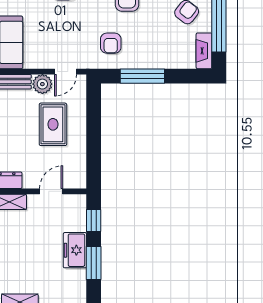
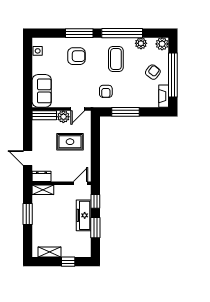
rug: (53, 124) -> (70, 142), turned 90
door: (51, 191) -> (81, 183), moved
freezer: (75, 250) -> (84, 215), width x1.40

